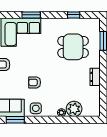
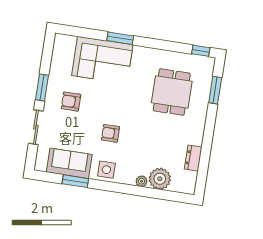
window: (74, 15) -> (201, 51), moved
dining table: (73, 47) -> (172, 92), turned 90
dresser: (95, 77) -> (193, 158), moved

